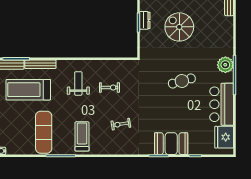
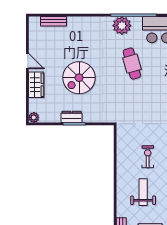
cafe table: (182, 81) -> (132, 64), moved
weight bench: (78, 83) -> (143, 192), turned 90

